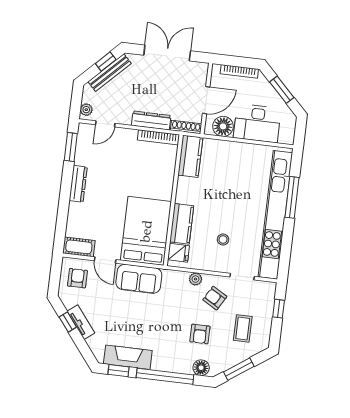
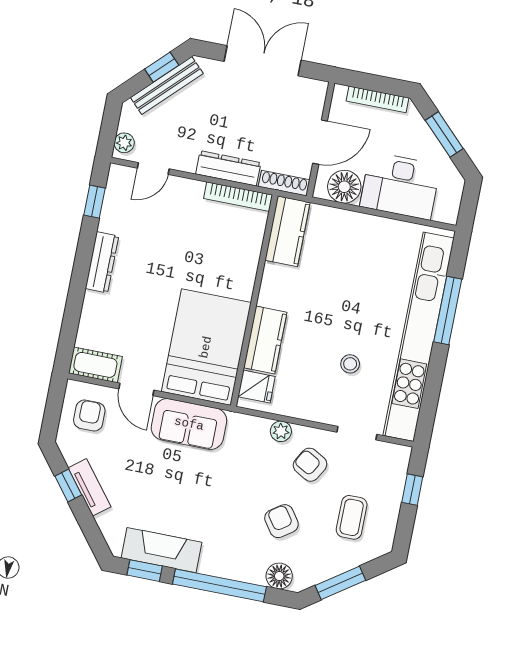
window: (71, 147) -> (94, 202), width x0.67
stool: (223, 240) -> (350, 364), moved
armchair: (200, 334) -> (281, 521), turned 145

